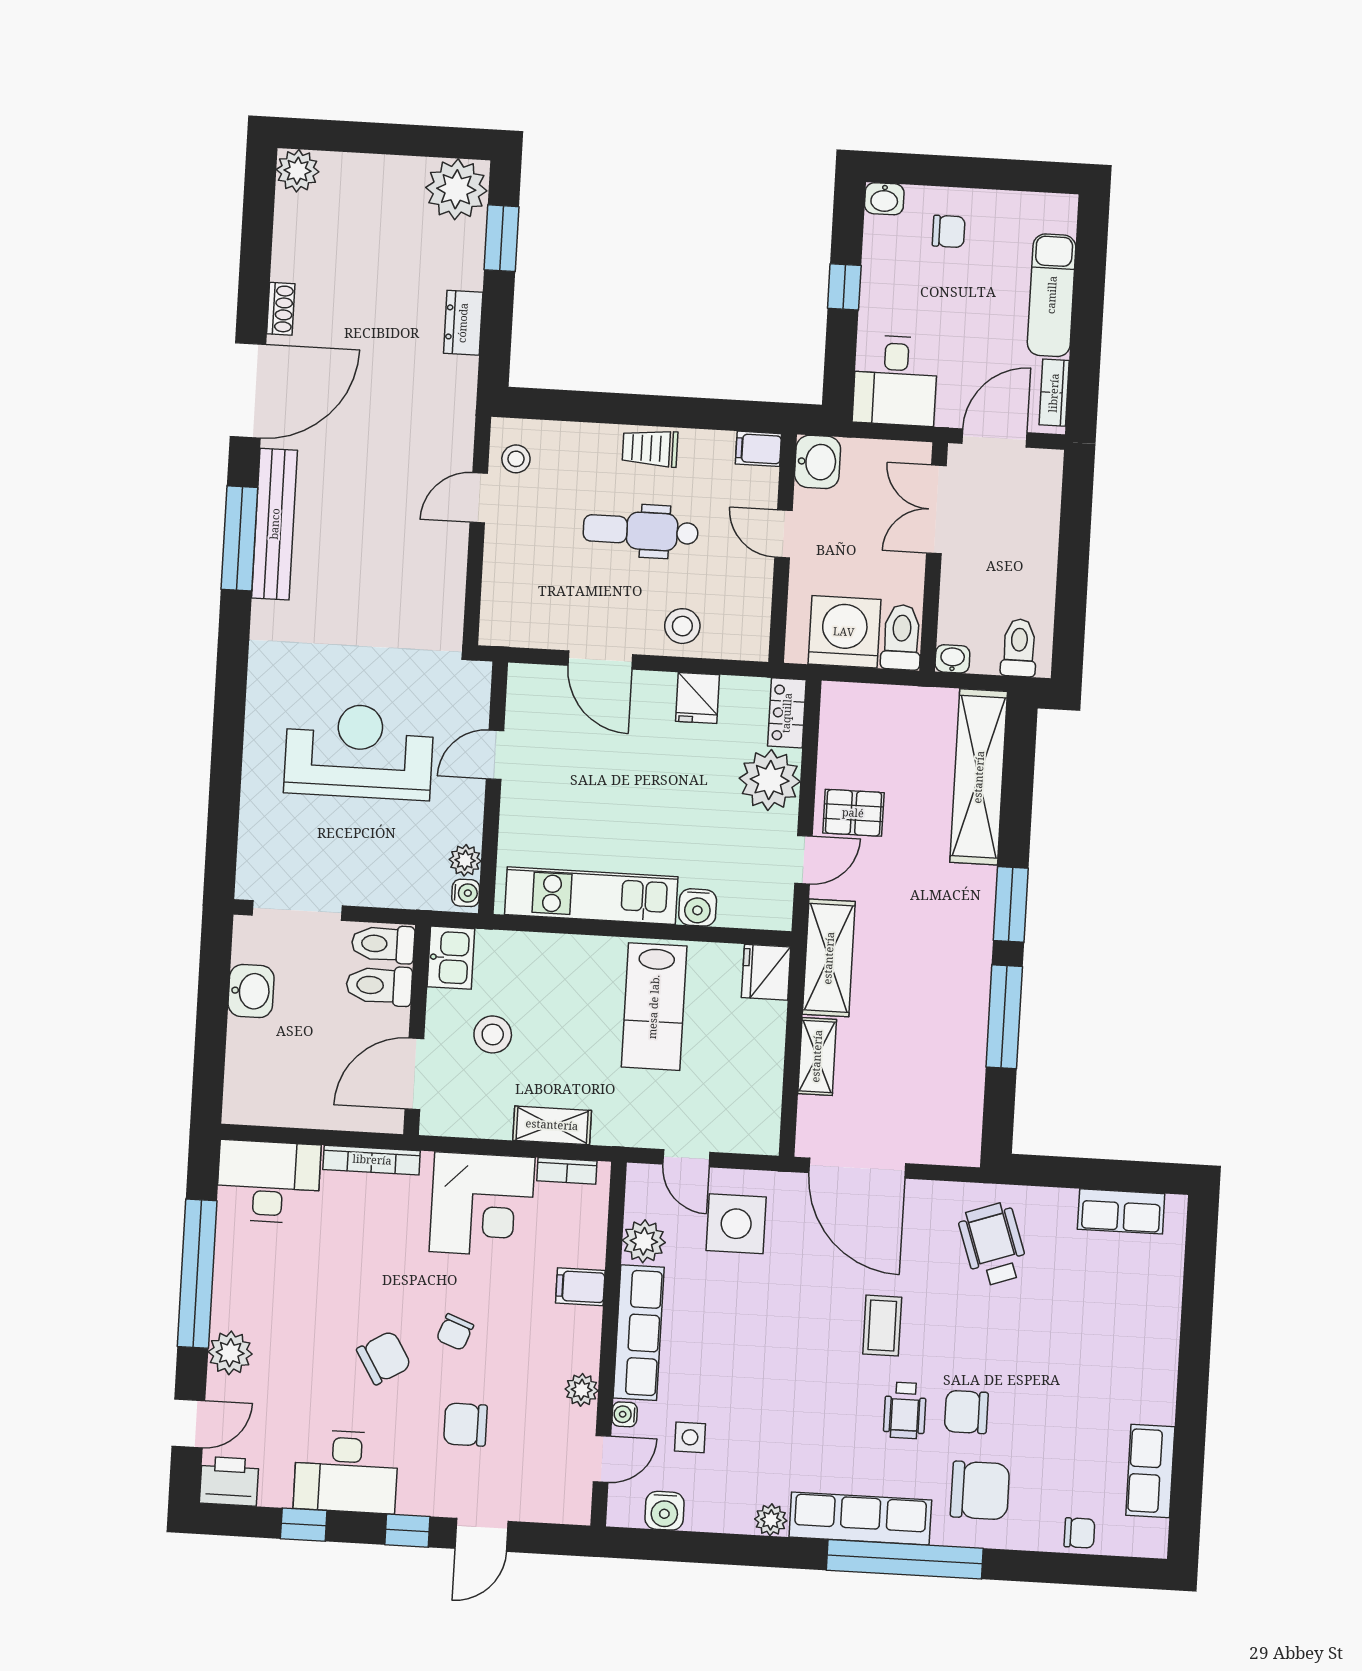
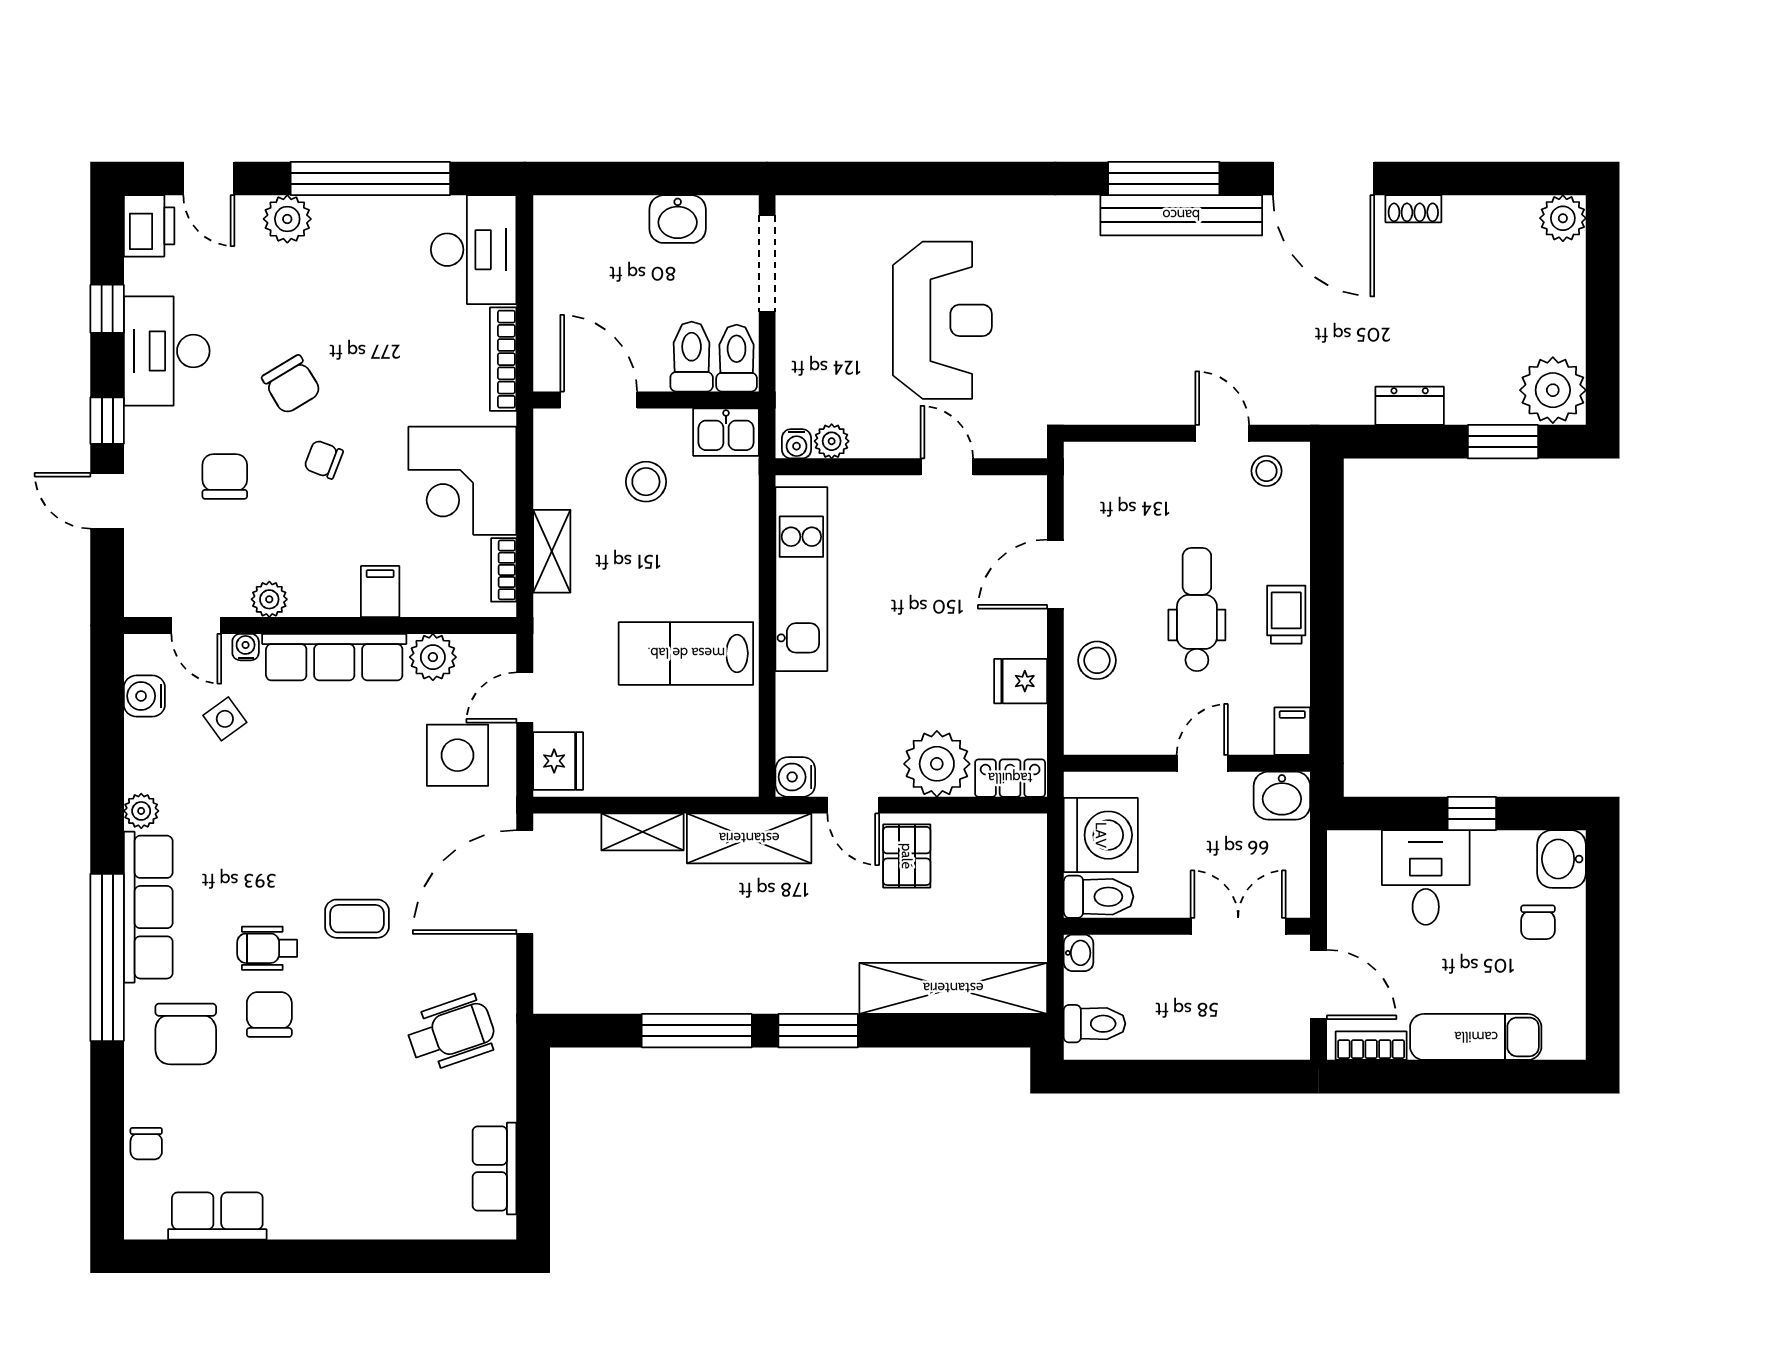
washbasin: (884, 199) -> (1562, 859), width x1.38, depth x1.45
desk: (895, 381) -> (1426, 878), moved, turned 90
water cooler: (698, 907) -> (795, 777), moved
fridge: (766, 972) -> (558, 761), moved, turned 90
side table: (690, 1437) -> (225, 719), turned -36

